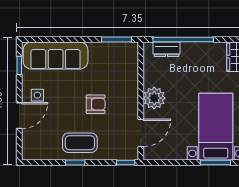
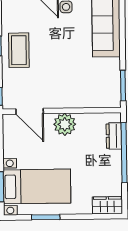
armchair: (96, 104) -> (58, 66), removed

